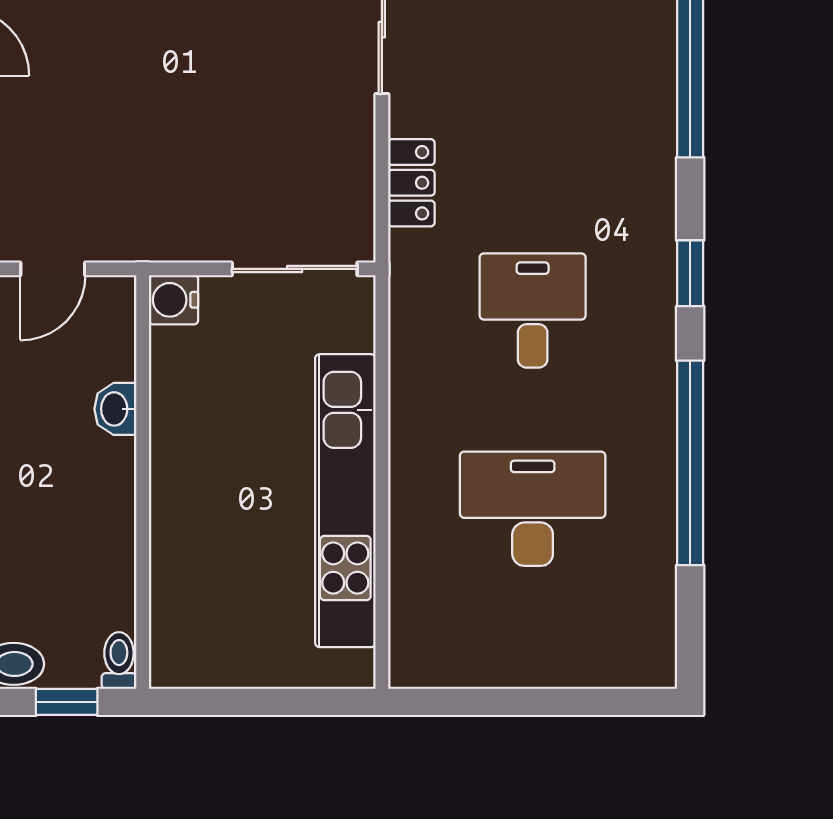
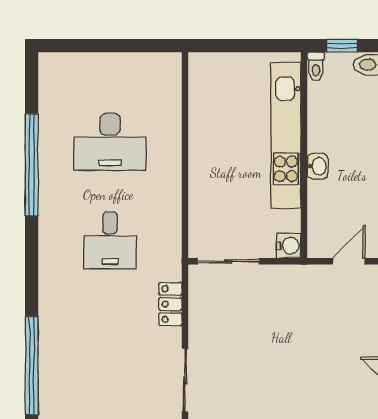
window: (690, 273) -> (32, 259), removed
washbasin: (115, 409) -> (318, 166), moved
kitchen unit: (345, 501) -> (286, 135), moved, turned 180

